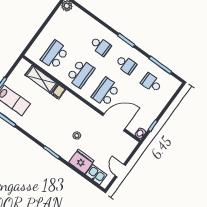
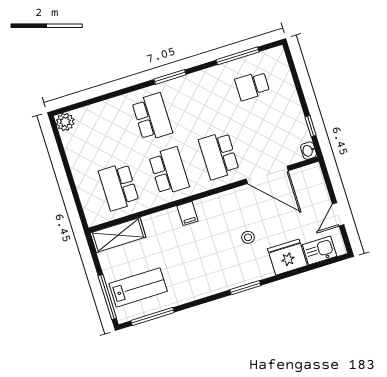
school desk: (100, 46) -> (152, 117), width x1.85
school desk: (126, 64) -> (202, 101), removed
shelving: (41, 79) -> (118, 235), moved
filing cabinet: (59, 92) -> (188, 213), moved
door: (114, 122) -> (267, 175), swing flipped
door: (120, 171) -> (338, 214), hinge flipped

